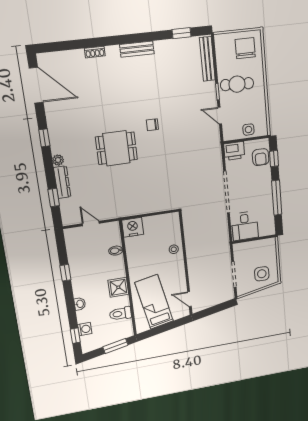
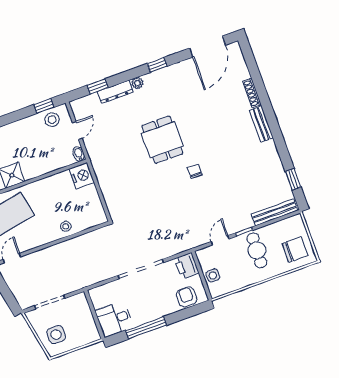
bench: (137, 49) -> (261, 124), moved
shoe rack: (95, 52) -> (252, 93), width x1.43
armchair: (261, 157) -> (187, 297), turned 90
window: (274, 159) -> (188, 313), removed
desk: (245, 226) -> (114, 319), moved
stool: (76, 244) -> (52, 120), added
bidet: (116, 251) -> (79, 154), moved
window: (65, 273) -> (44, 106), moved

